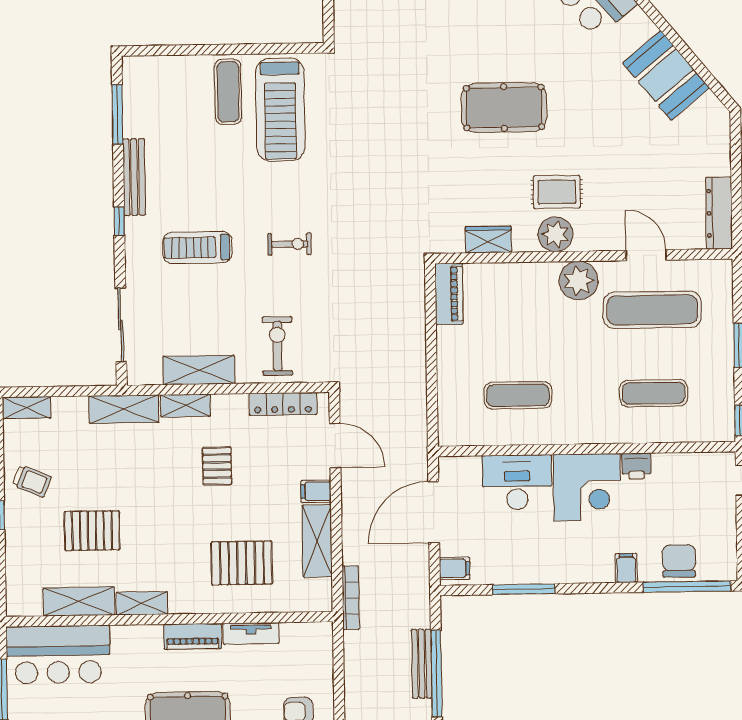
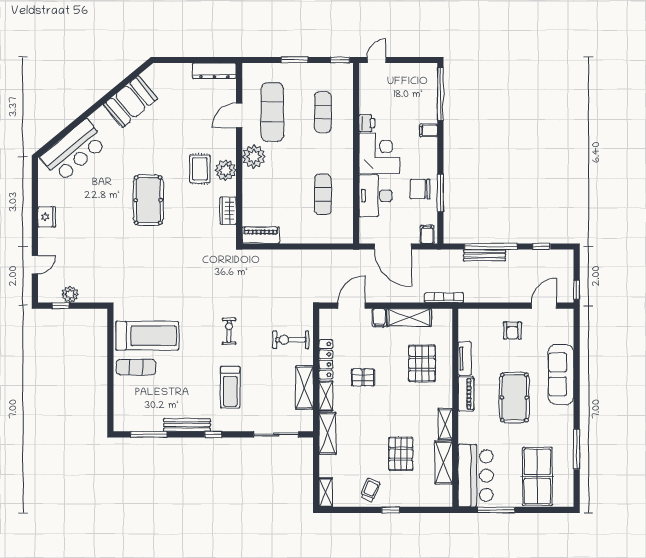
locker: (283, 404) -> (326, 359), moved
chair: (679, 561) -> (420, 189), moved

